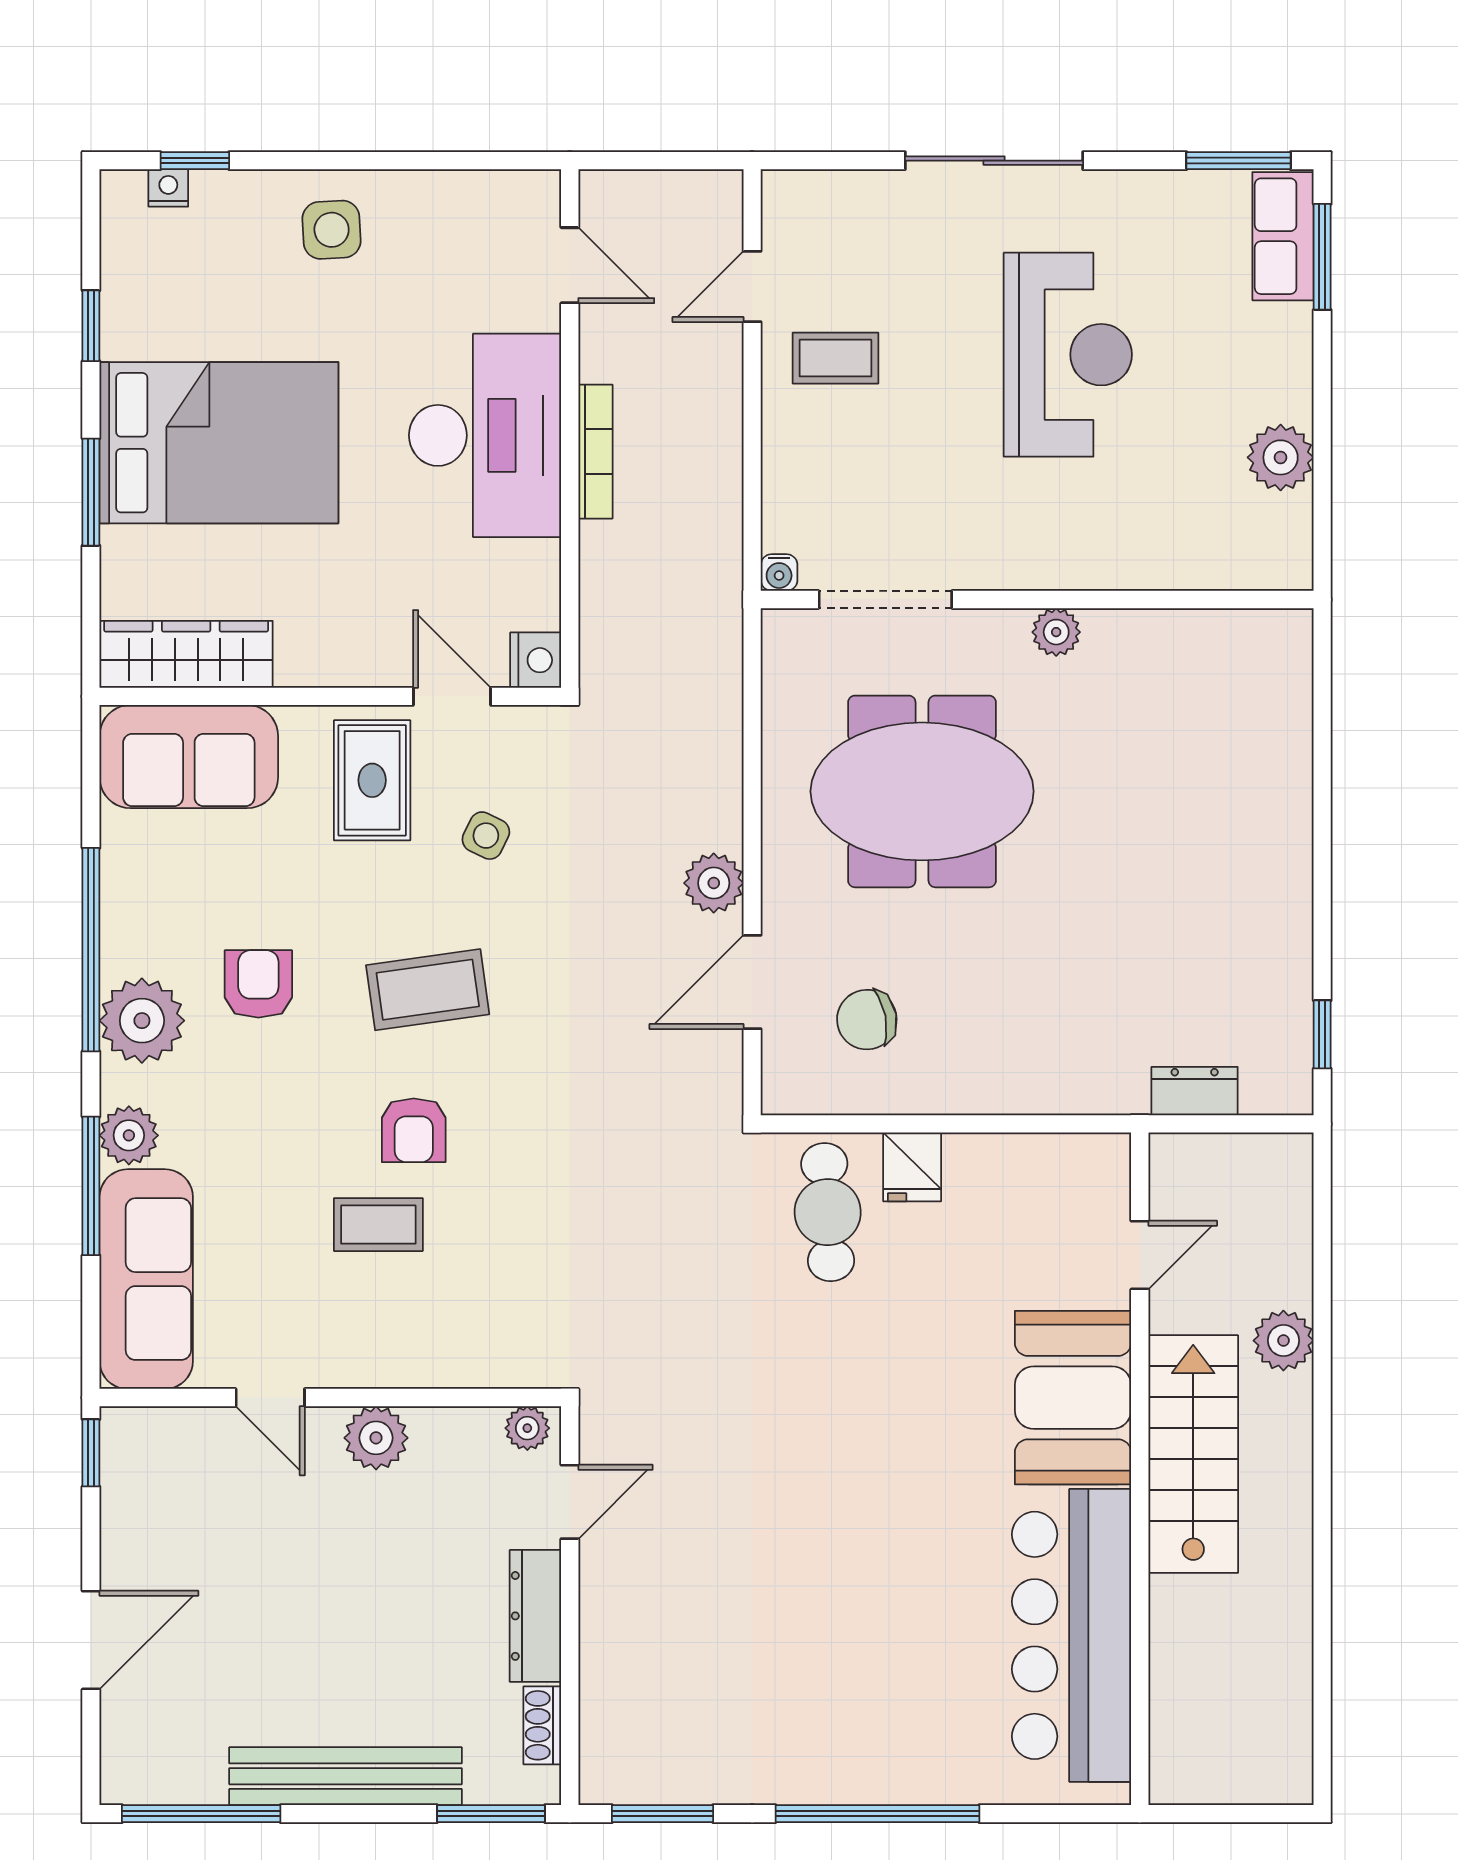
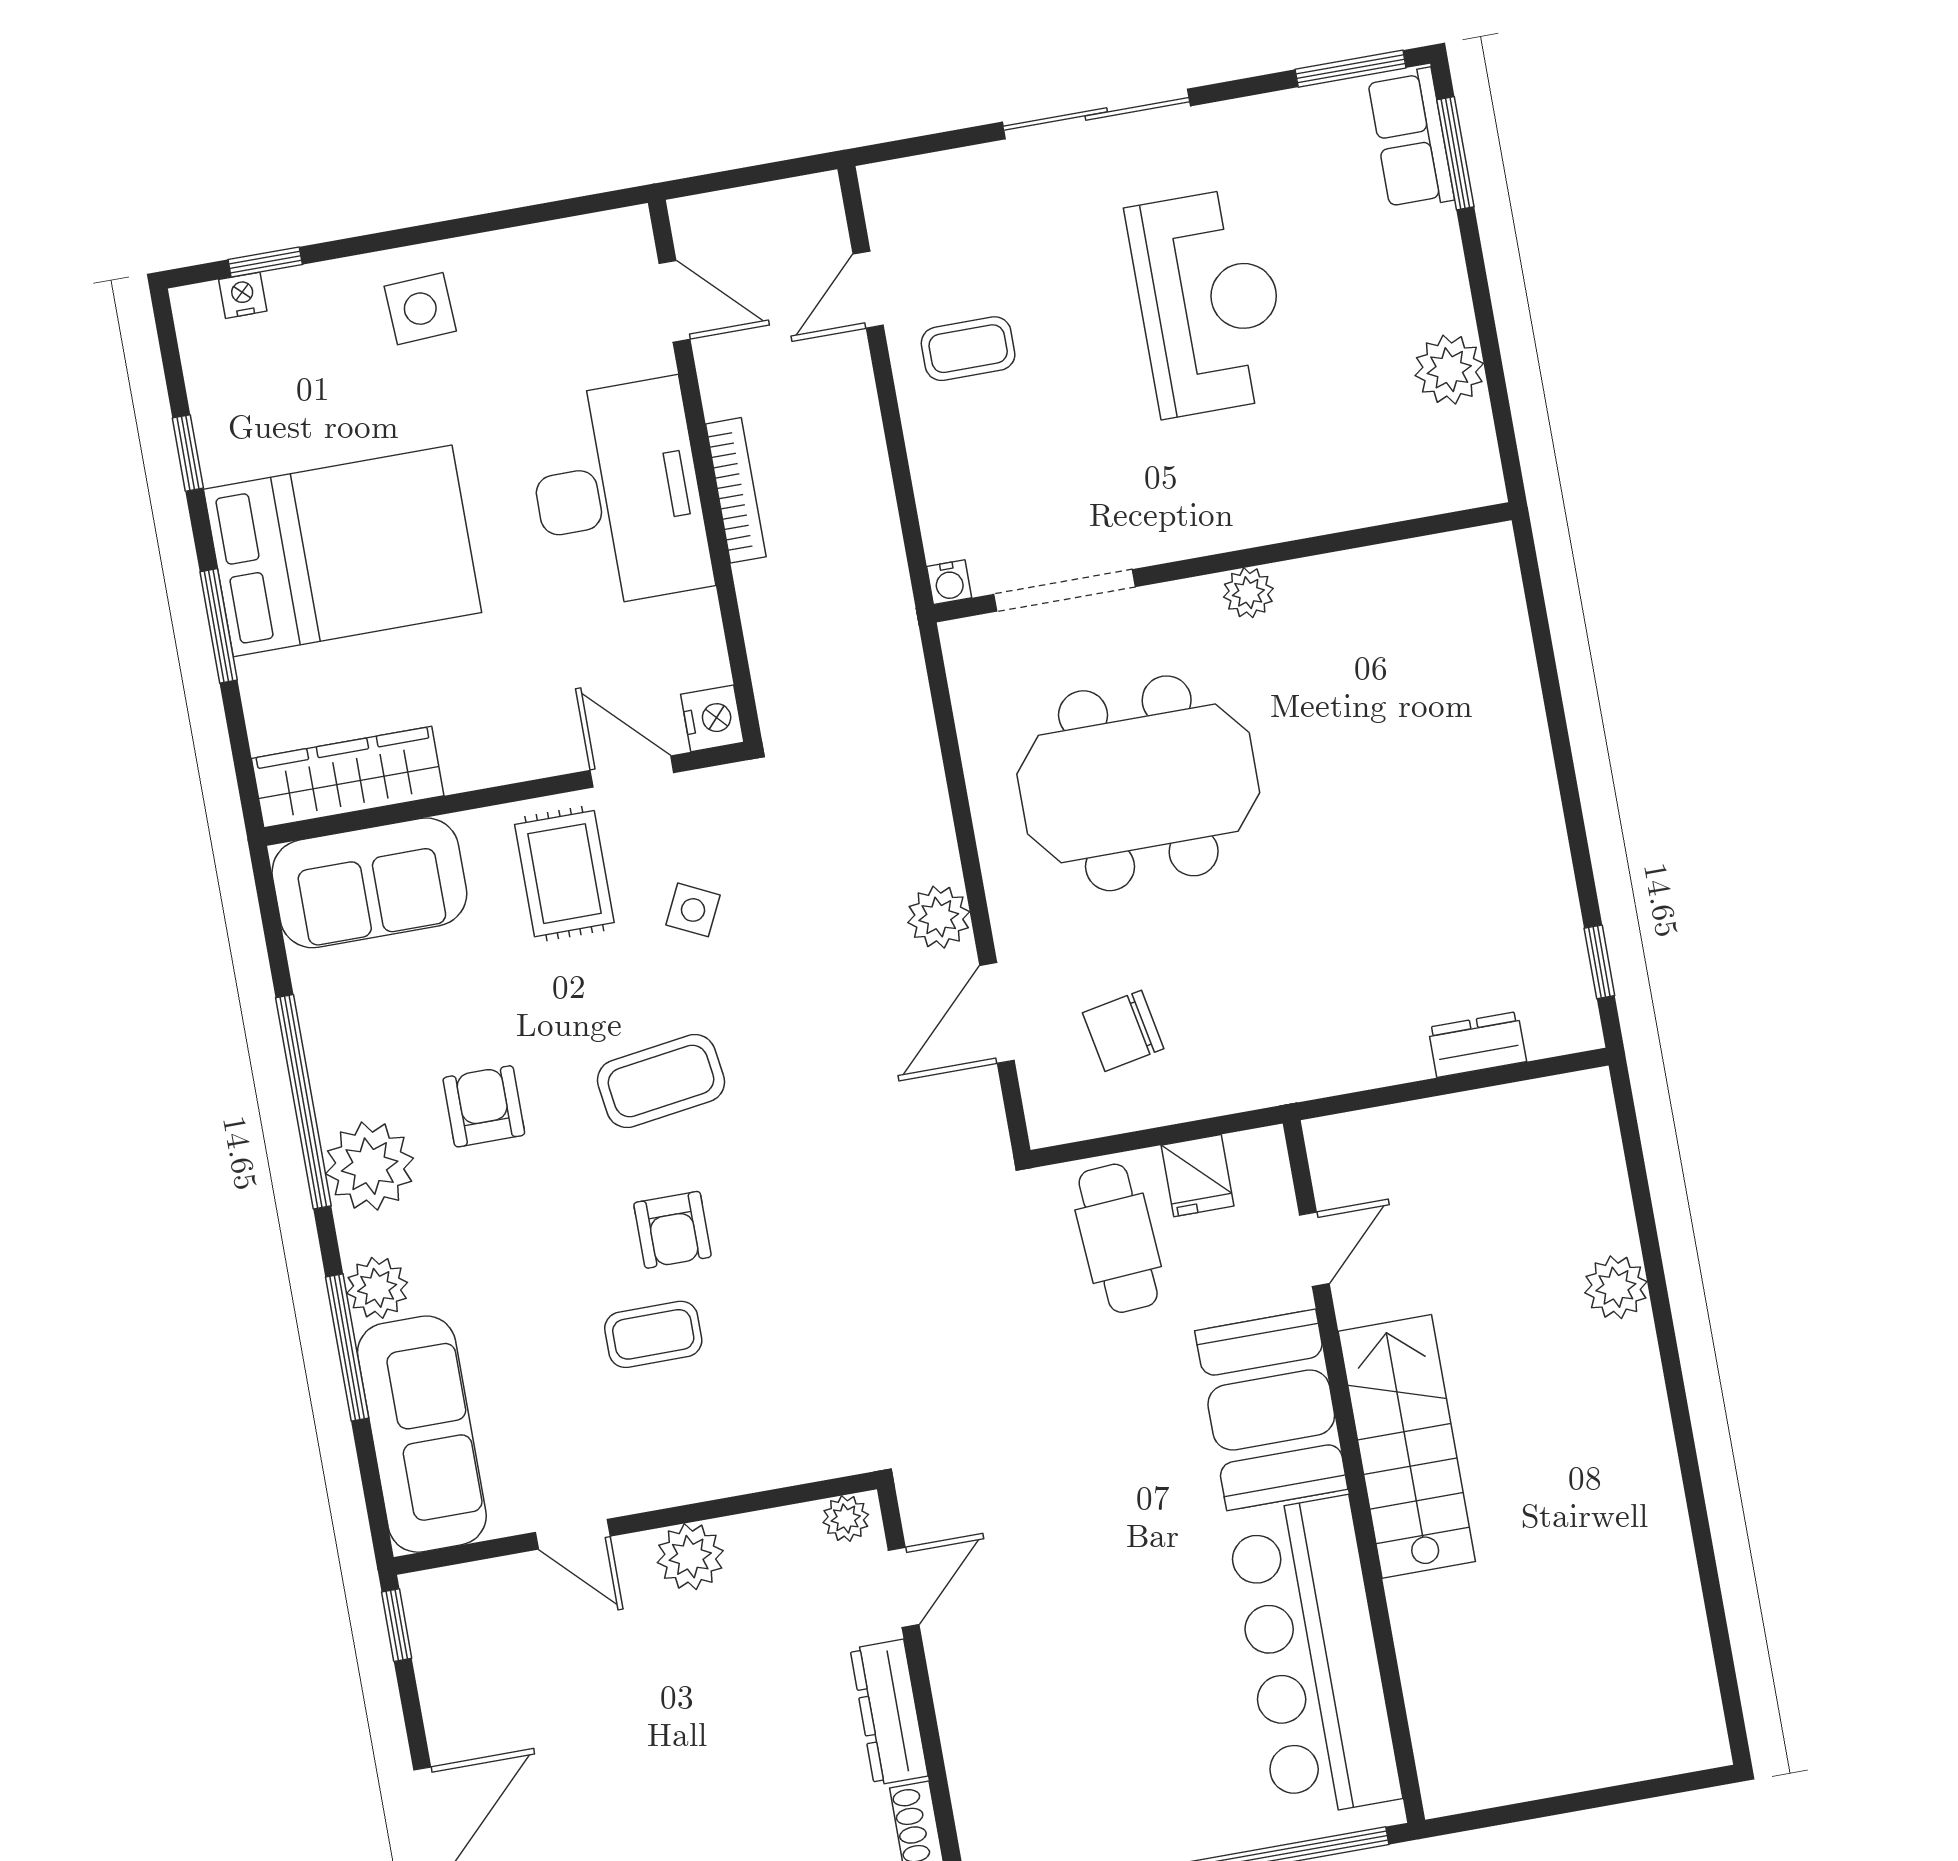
door: (1140, 1255) -> (1314, 1249), moved
booth: (1073, 1398) -> (1271, 1410), moved
stairs: (1193, 1454) -> (1407, 1446), moved
wall: (1140, 1469) -> (1354, 1472), moved
bar counter: (1072, 1635) -> (1314, 1657), moved

